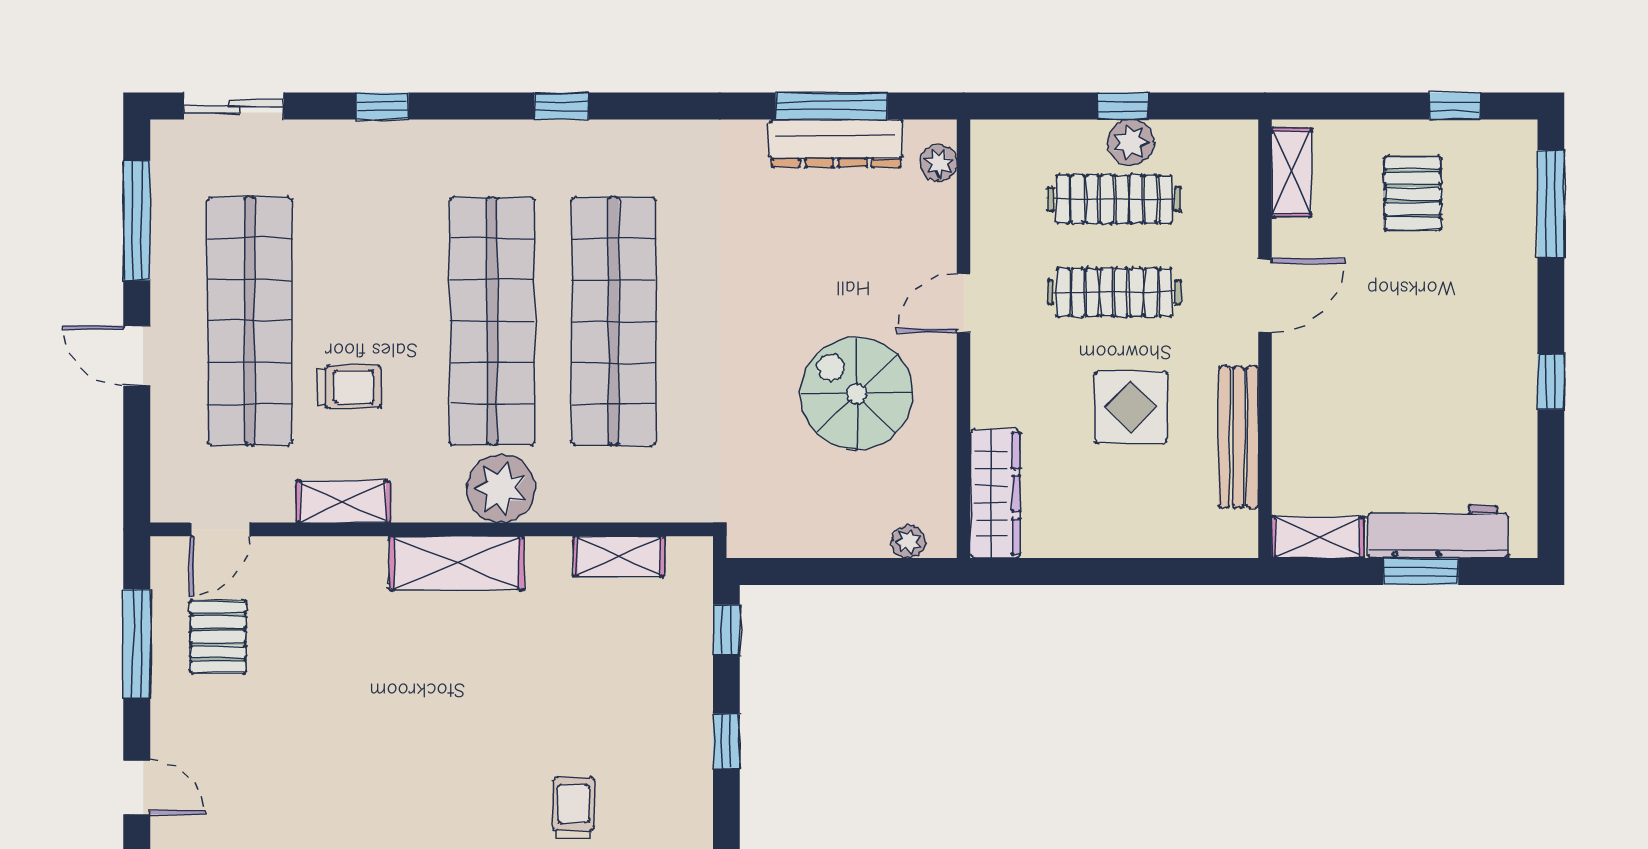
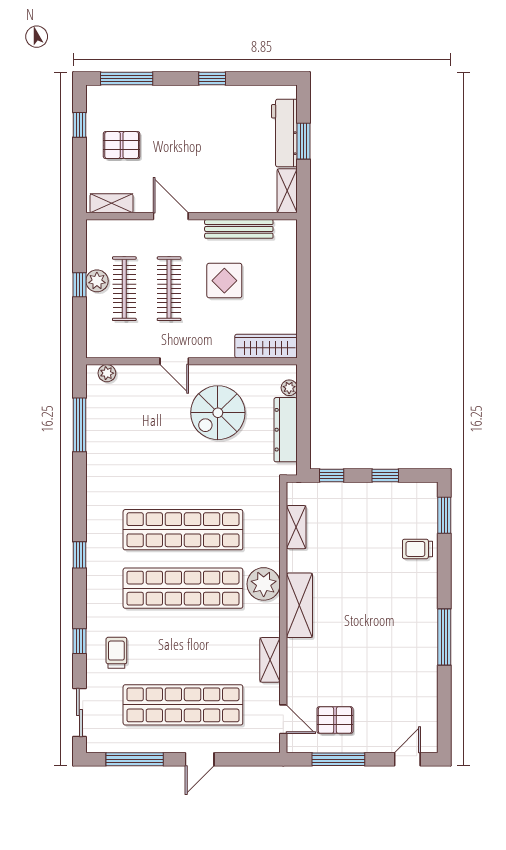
dresser: (836, 143) -> (286, 430), moved, turned 180
trolley: (349, 387) -> (116, 653), moved

